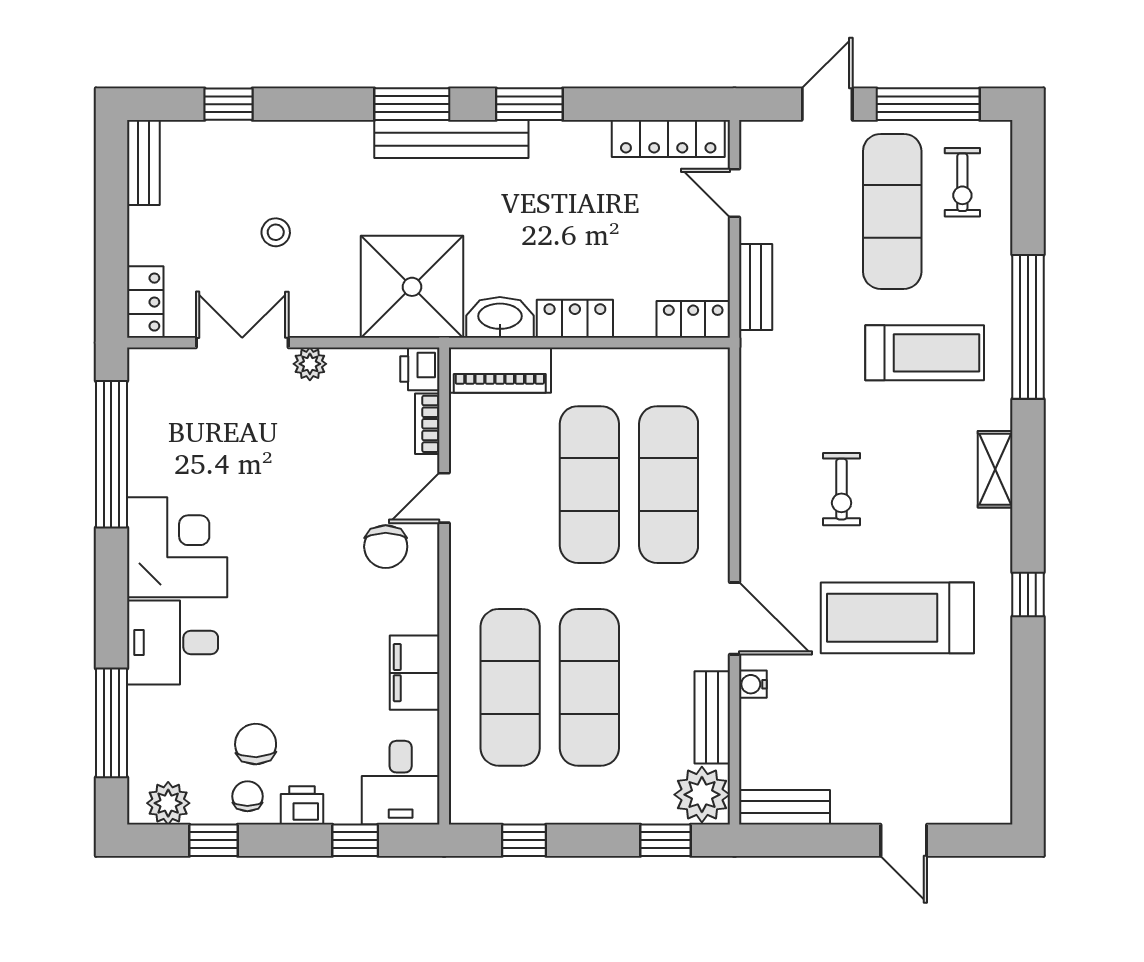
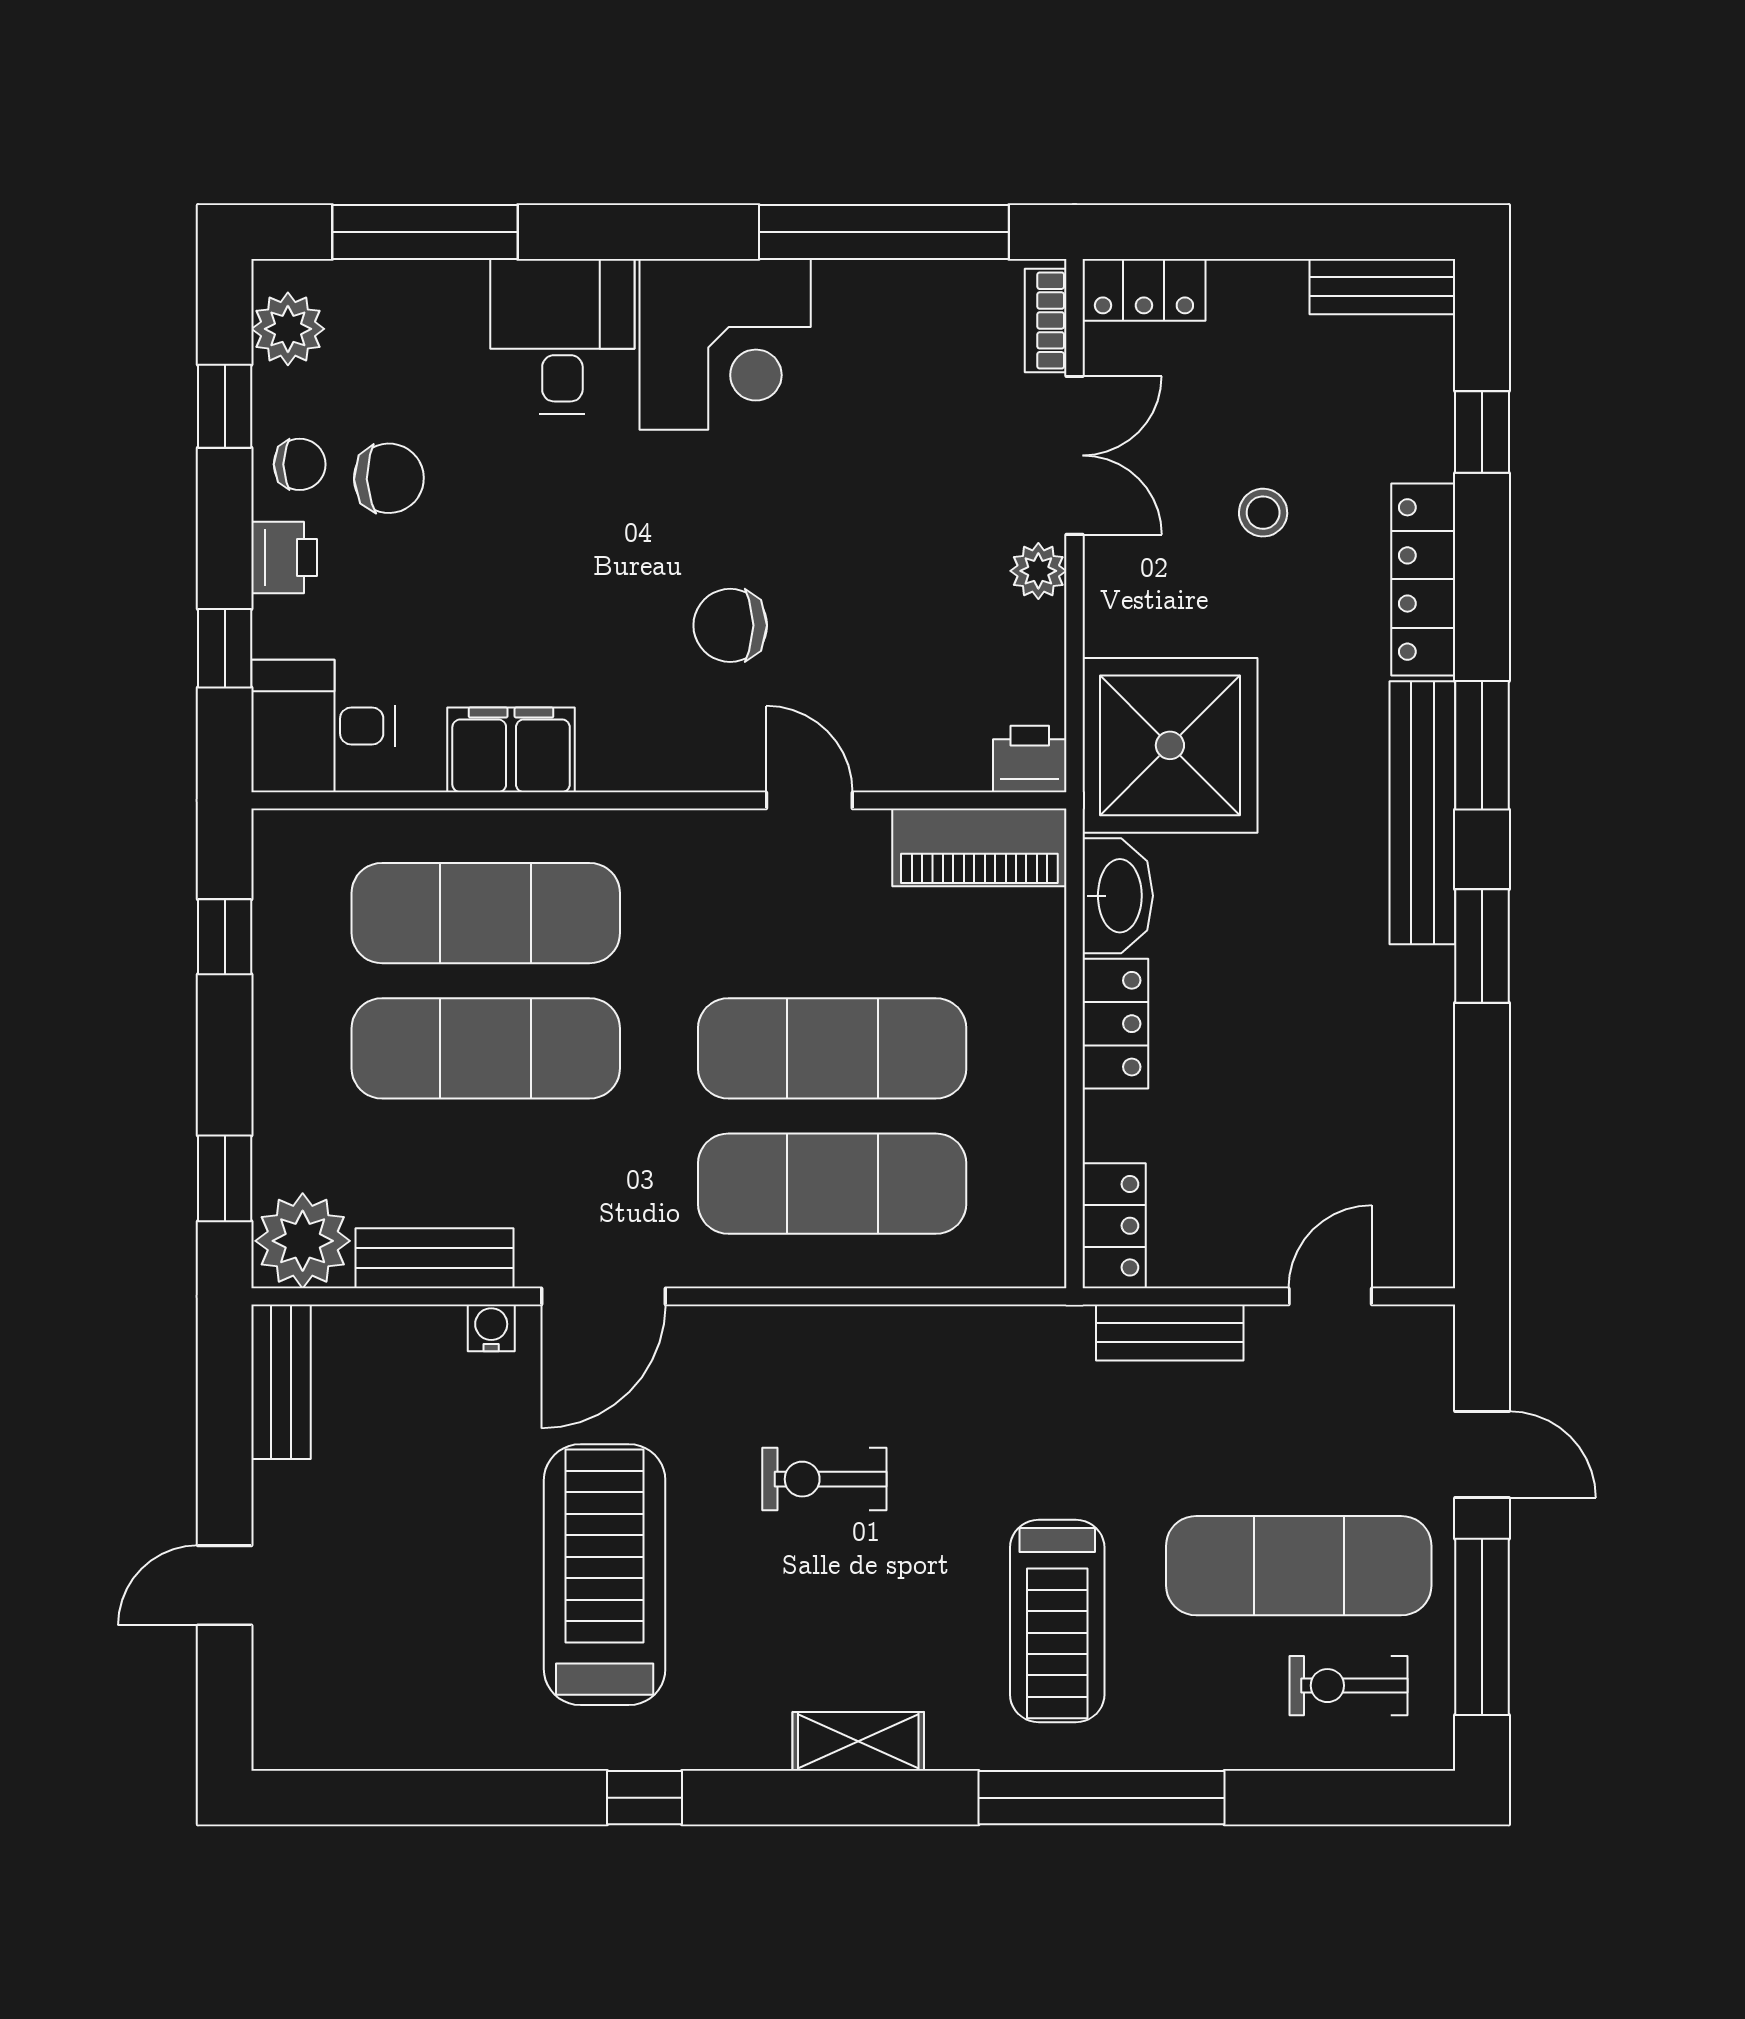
locker: (668, 138) -> (1423, 579), moved
piano: (500, 370) -> (979, 847), moved, turned -90
bookcase: (427, 424) -> (1046, 320), moved, turned -90
chair: (386, 547) -> (730, 625), moved

